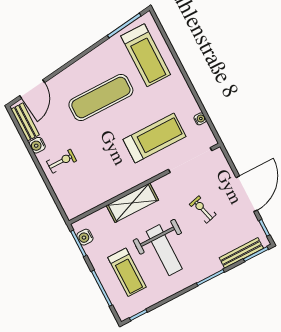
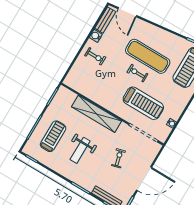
door: (32, 89) -> (127, 12), hinge flipped
exercise bike: (114, 123) -> (137, 73), added
shelving: (132, 203) -> (97, 114), width x1.47
water cooler: (85, 237) -> (59, 98), removed
weight bench: (164, 250) -> (80, 150), width x0.73, depth x0.75
treadmill: (127, 272) -> (53, 136), turned 180

